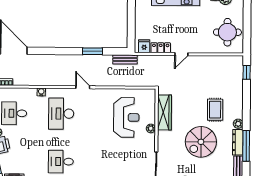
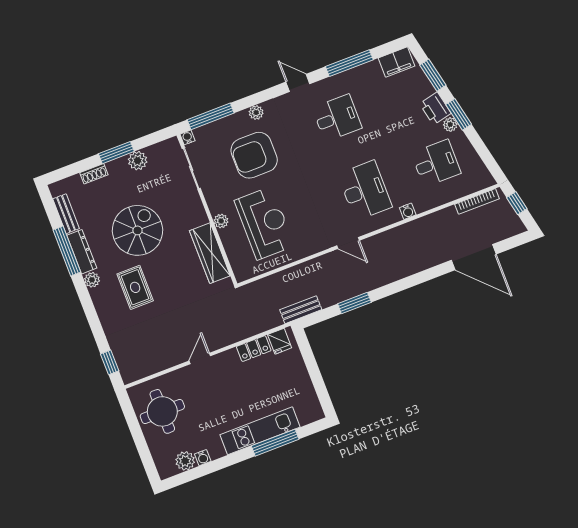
door: (181, 54) -> (200, 358), moved
reception desk: (126, 117) -> (264, 223), turned 180
armchair: (117, 159) -> (254, 155), added

